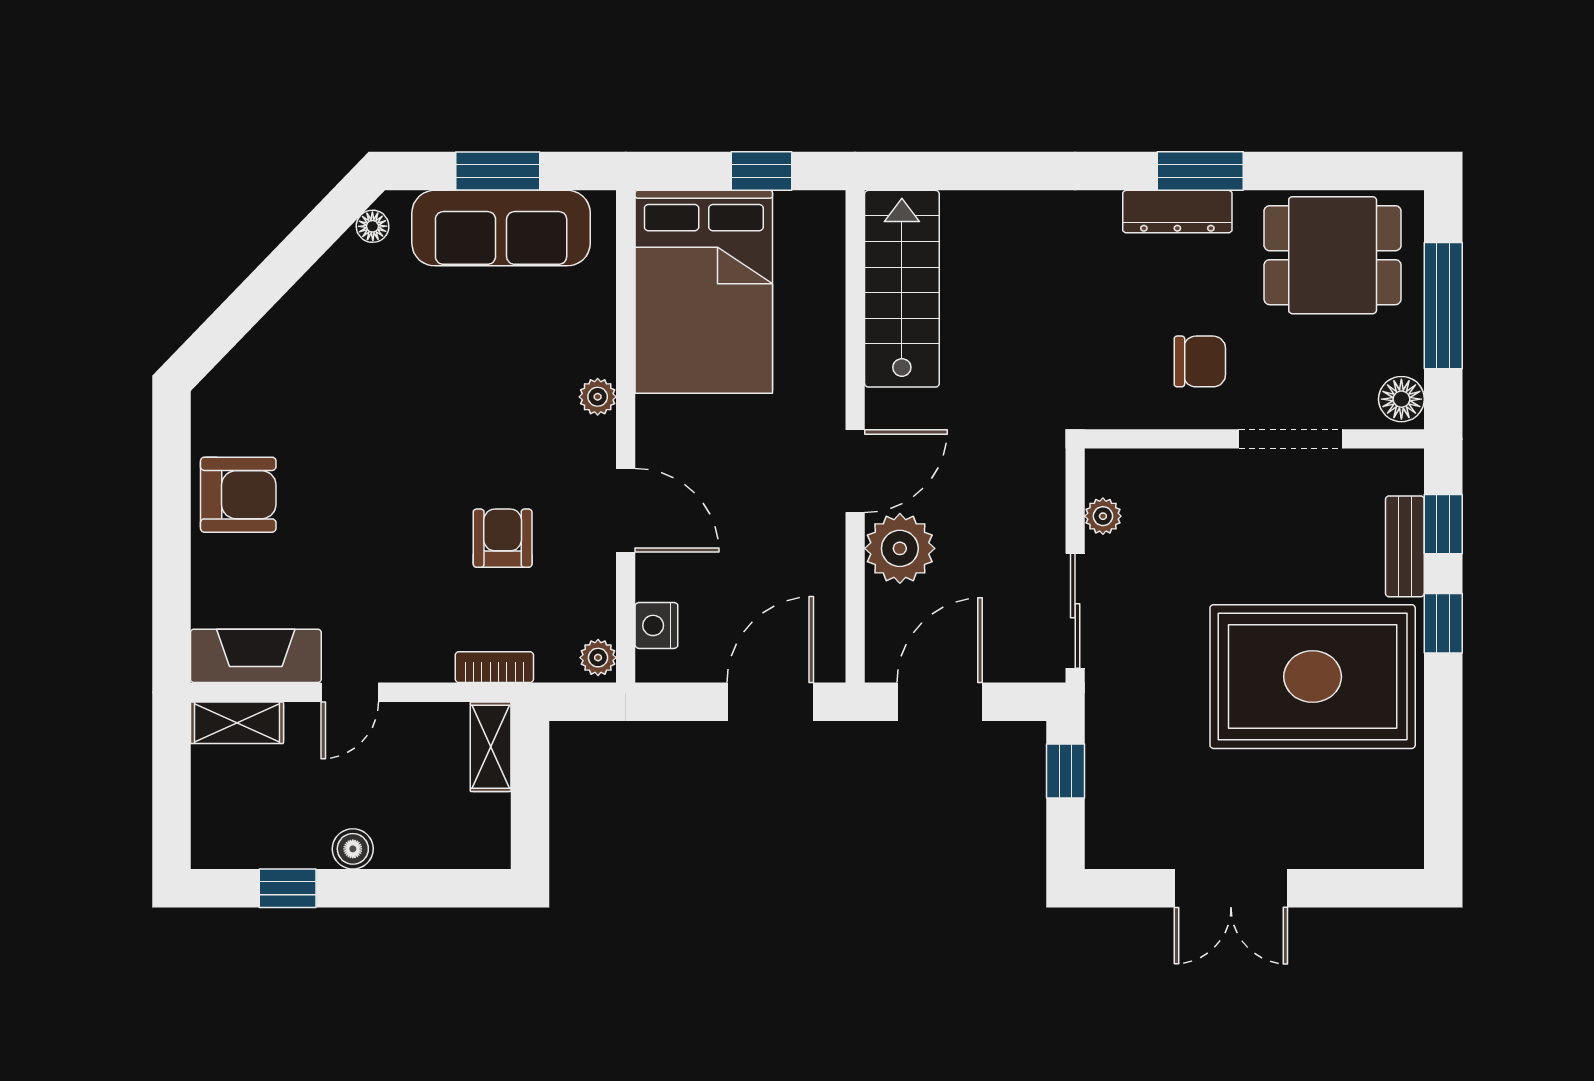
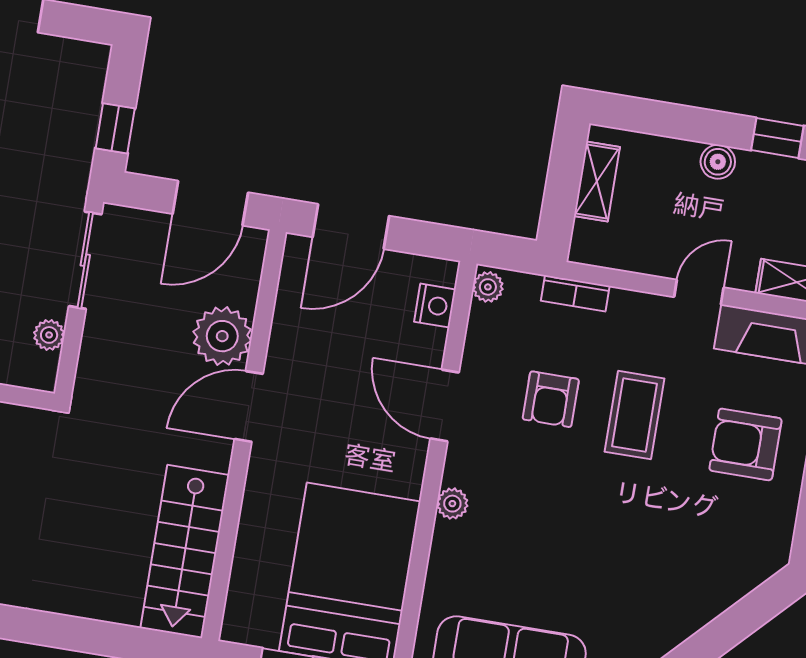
armchair: (238, 495) -> (745, 444), moved
coffee table: (401, 536) -> (634, 415), added
shelving: (491, 747) -> (597, 182), moved

